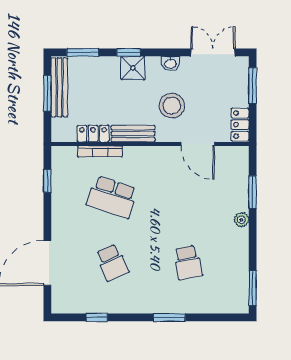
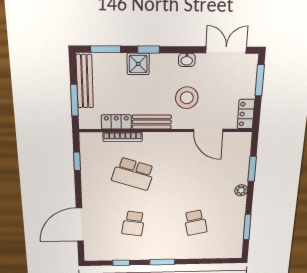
shower: (133, 68) -> (138, 64), moved
window: (47, 93) -> (74, 100), moved
school desk: (112, 262) -> (133, 223), turned 33
window: (253, 288) -> (247, 227), moved
window: (169, 317) -> (162, 262), moved

